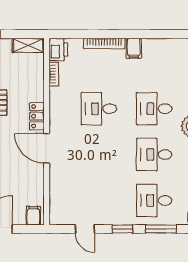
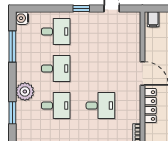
locker: (37, 116) -> (150, 106), width x1.53
window: (161, 229) -> (50, 8), removed

